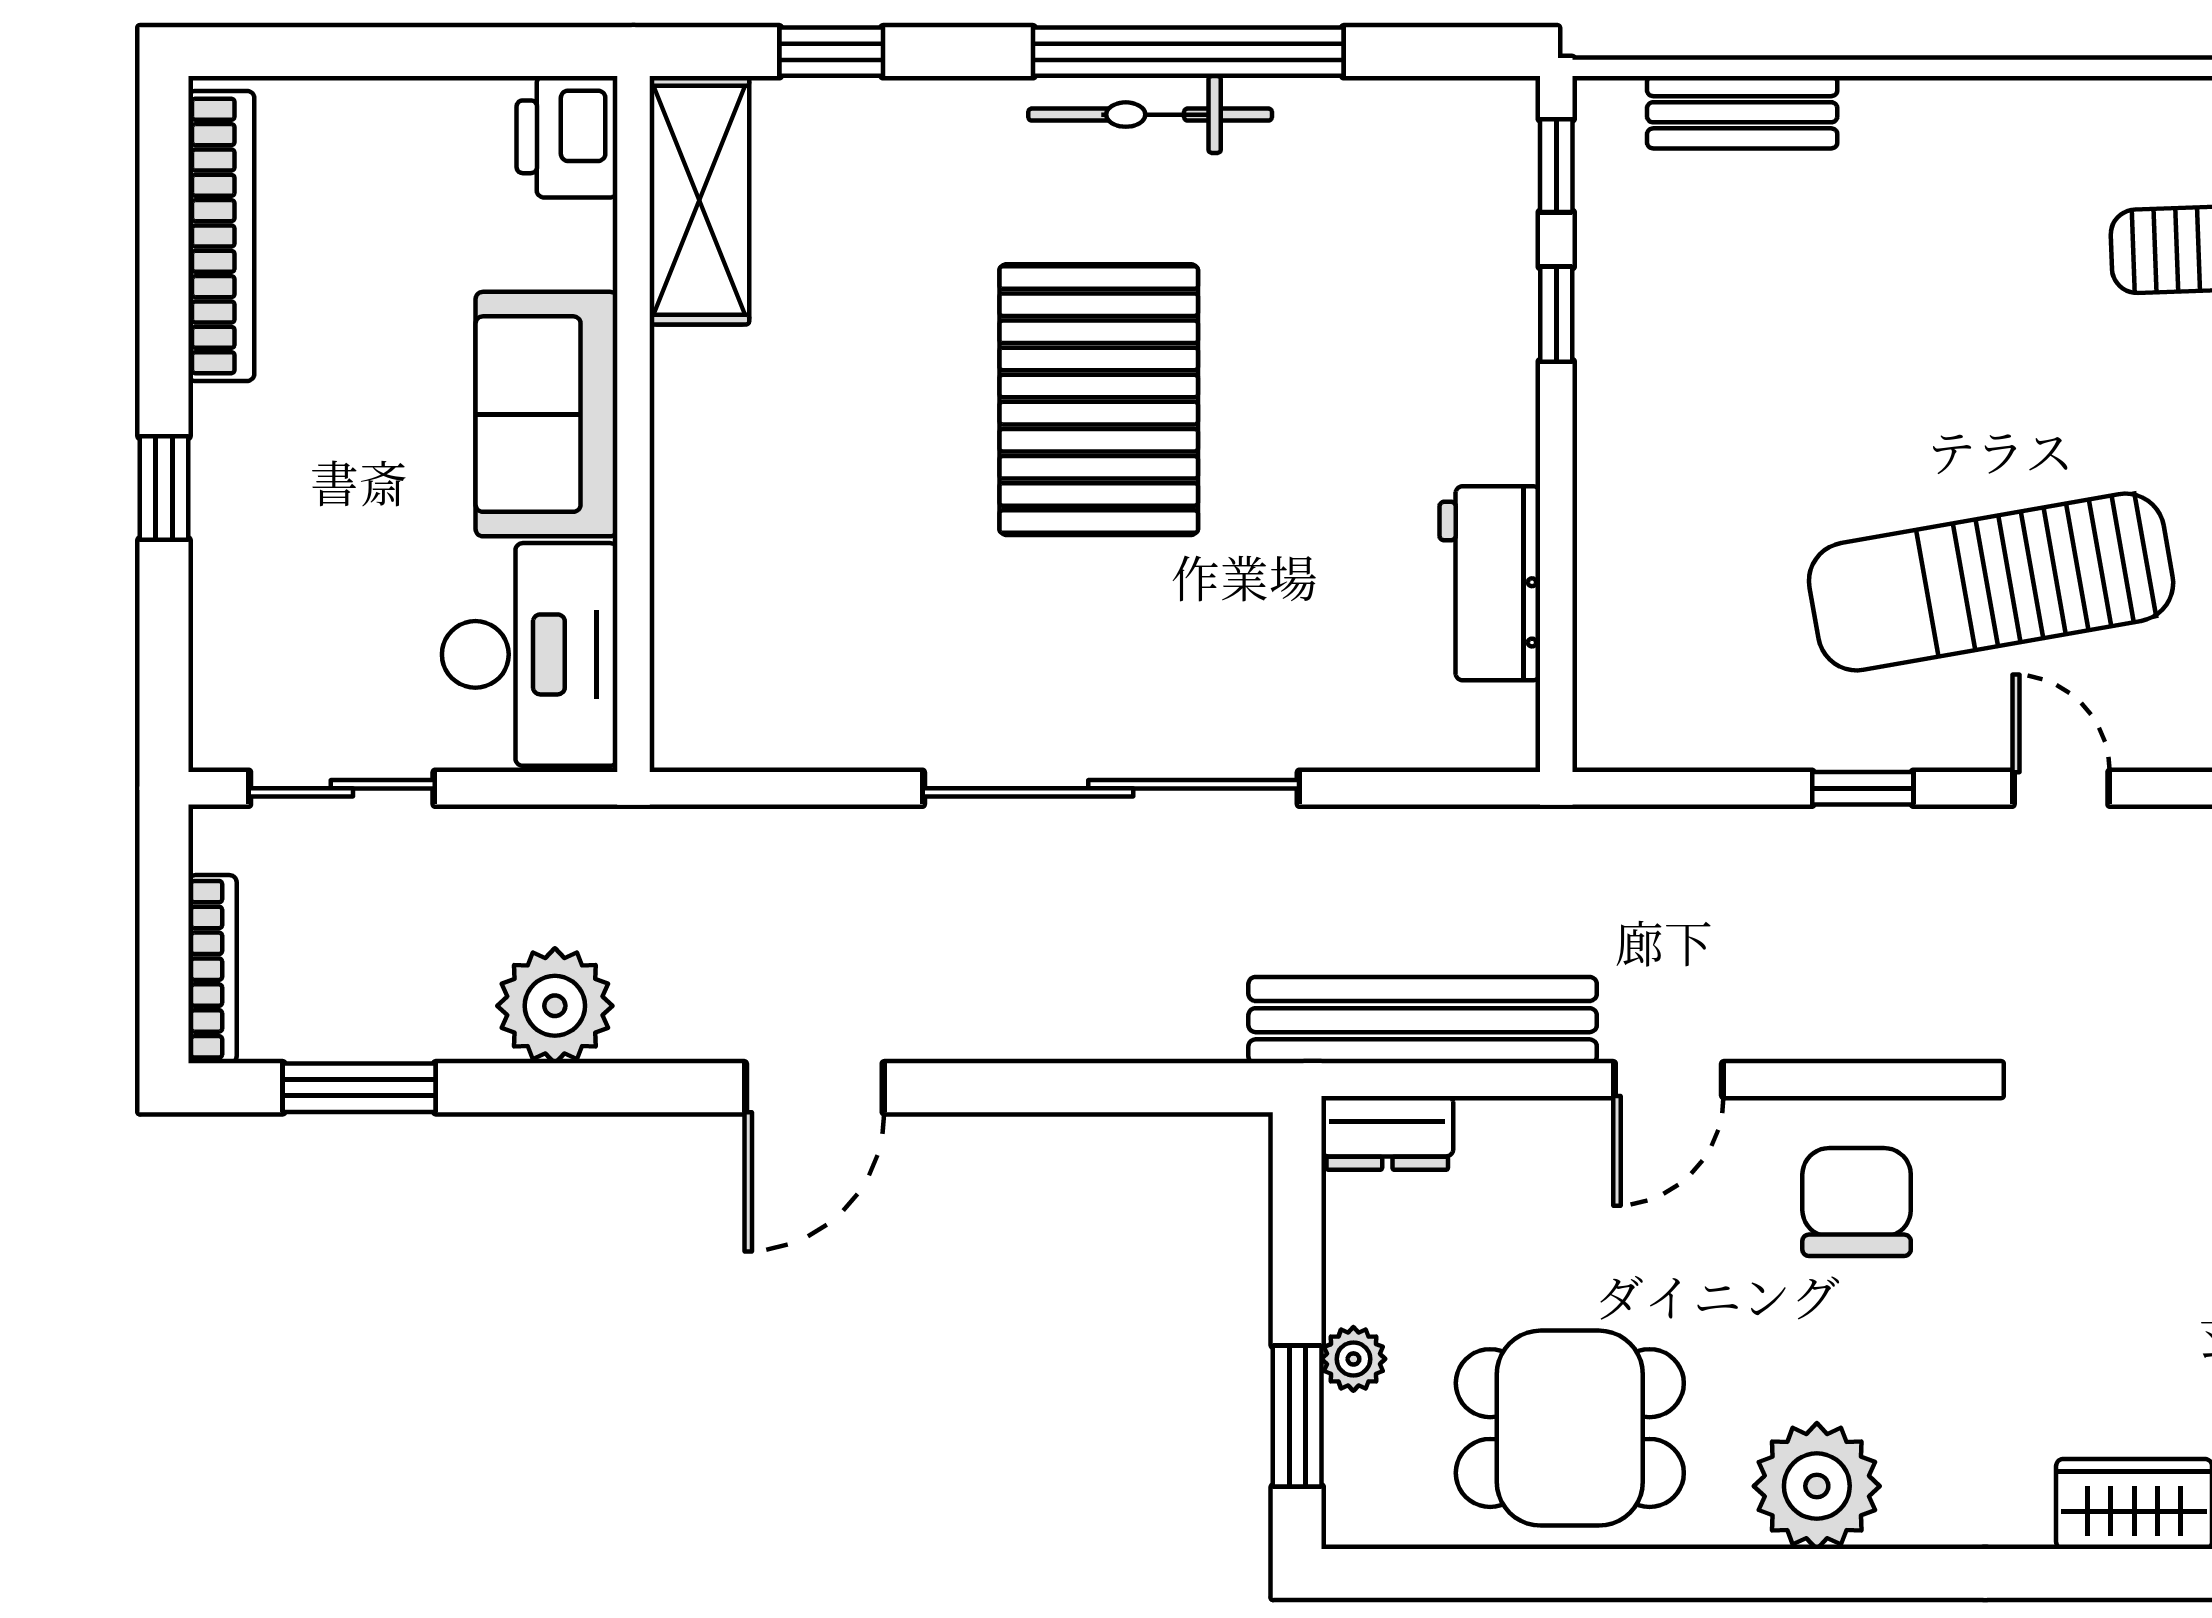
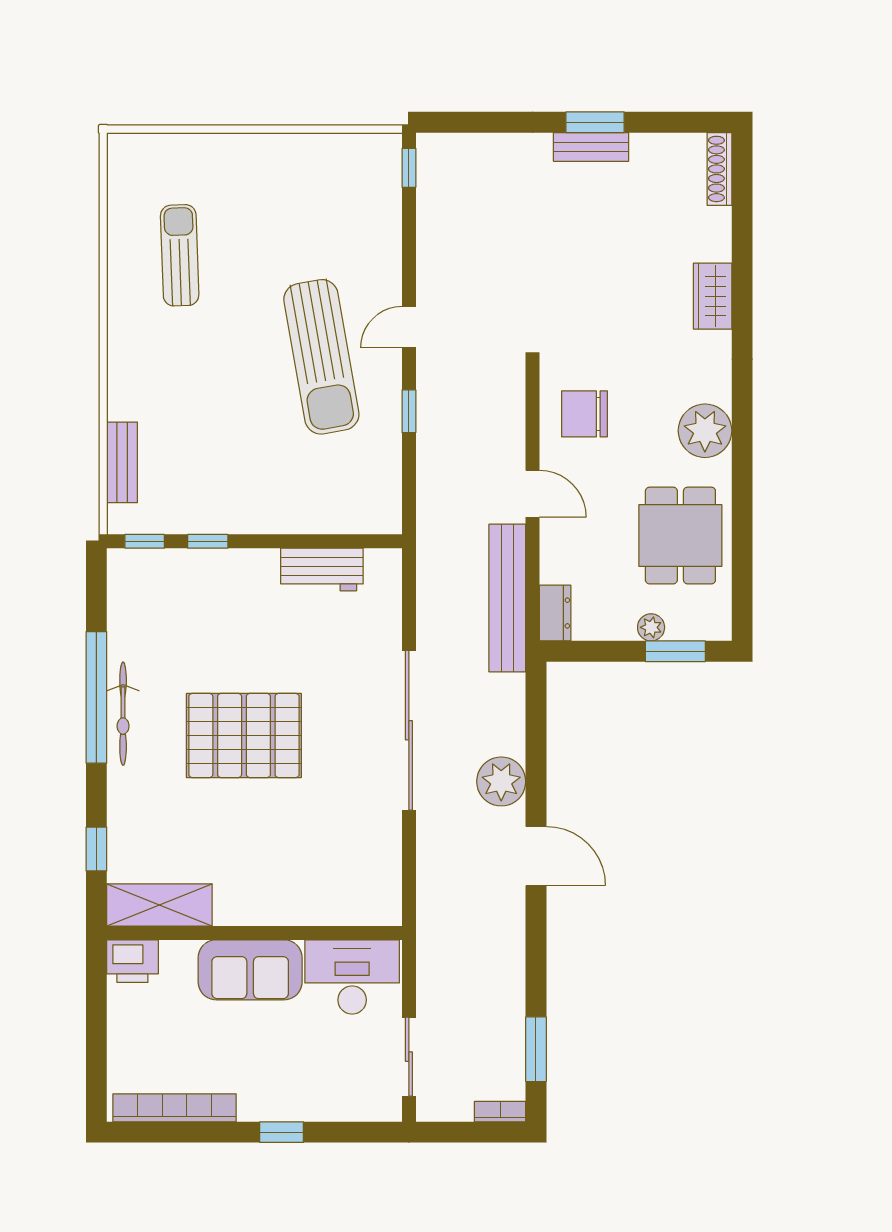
bookcase: (212, 969) -> (500, 1112), width x0.64
plant: (555, 1006) -> (501, 781), moved

